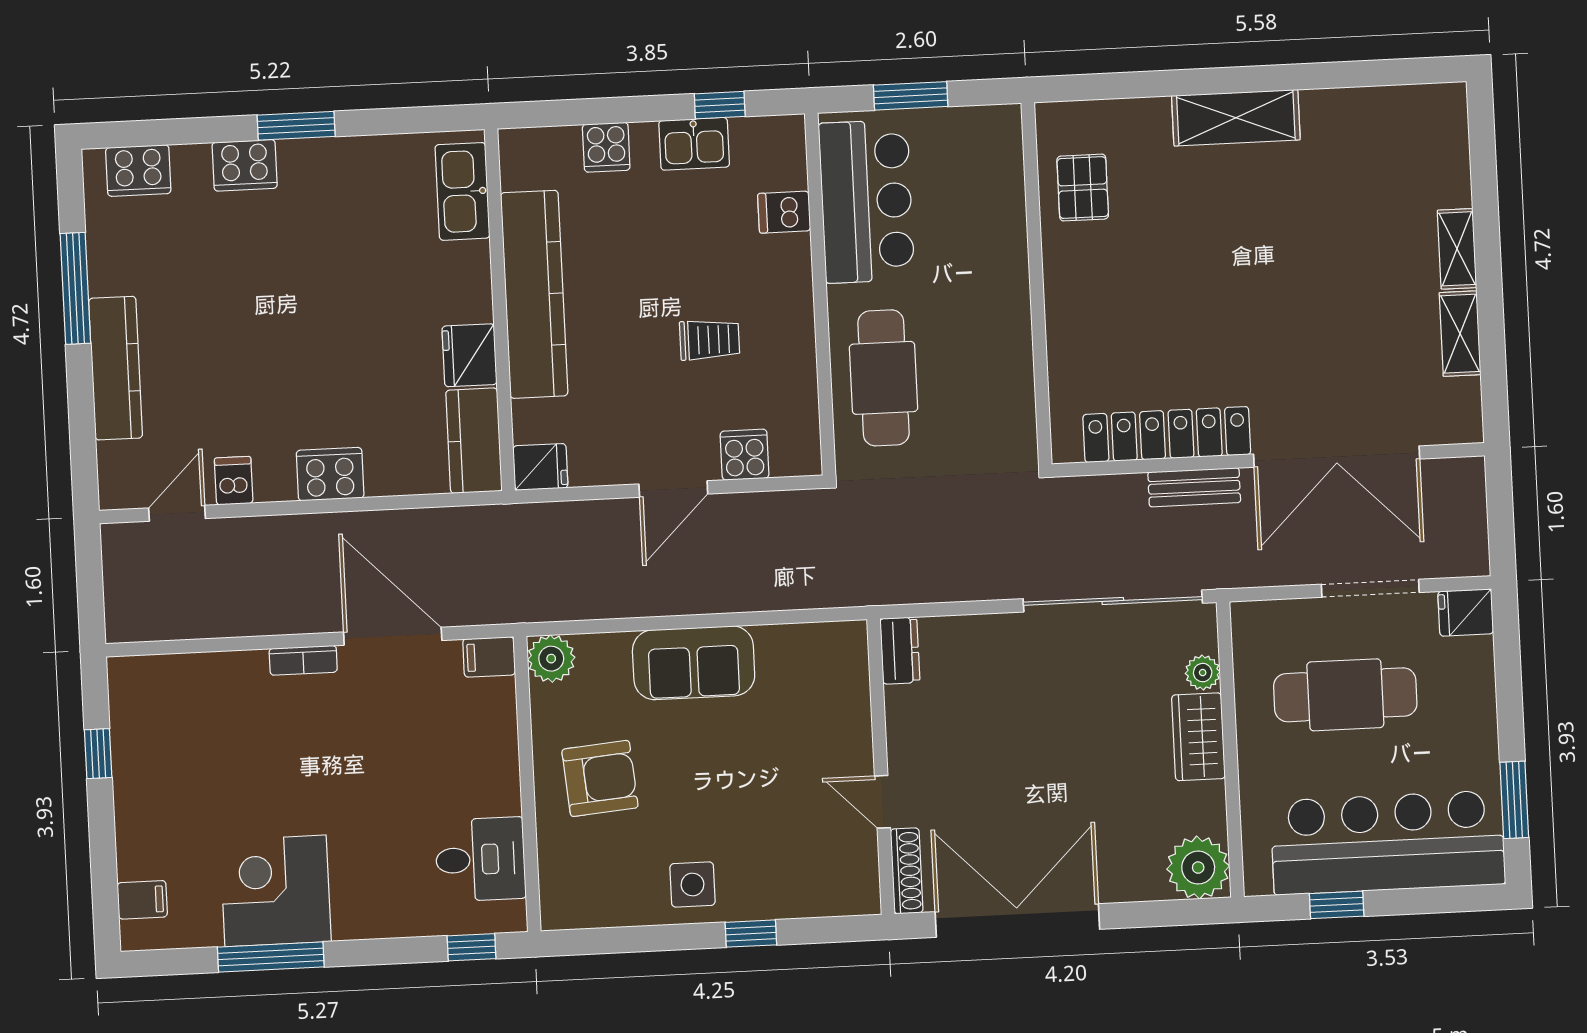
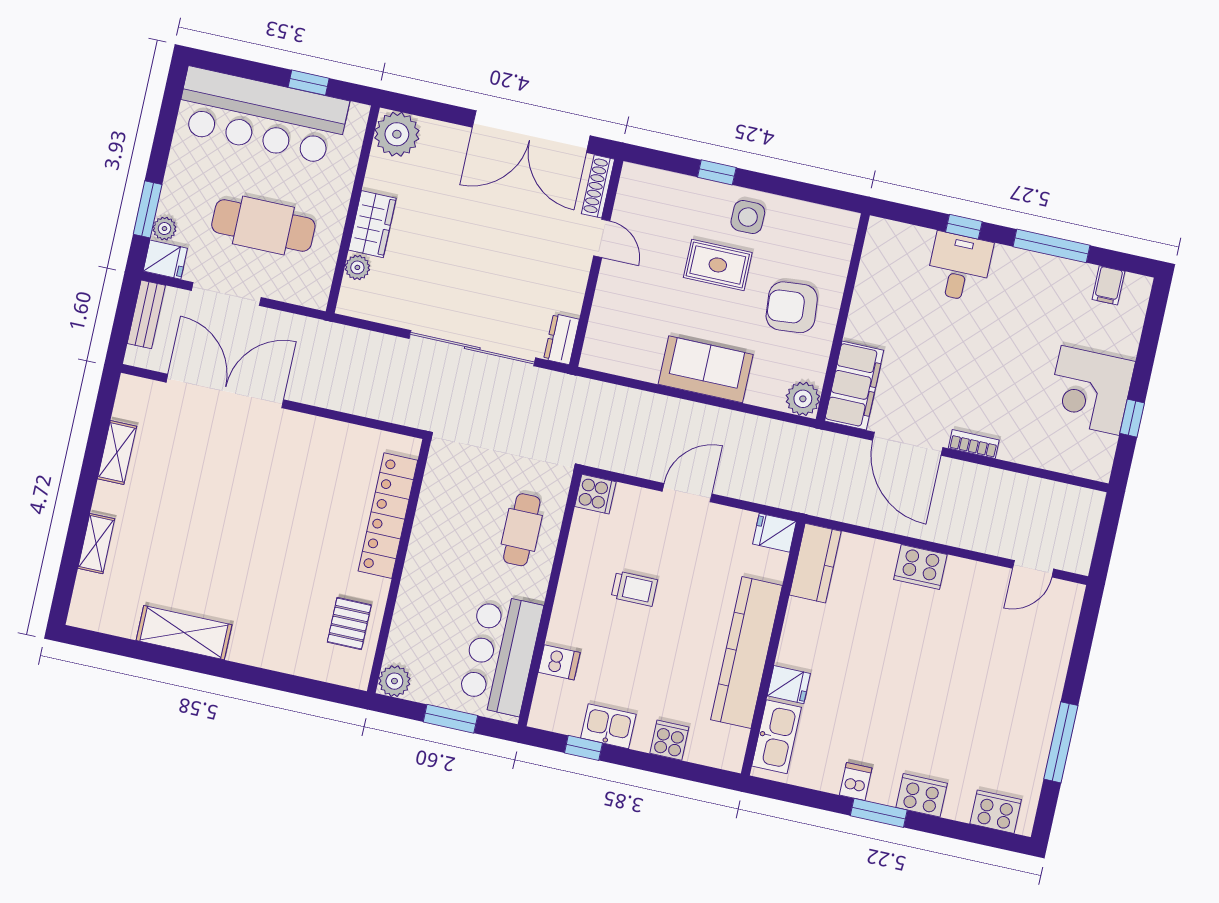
shelving: (1236, 118) -> (184, 633), moved
plant: (1000, 126) -> (394, 681), added
shelving: (1457, 249) -> (96, 544), moved
trolley: (710, 340) -> (634, 589), turned 180
fridge: (470, 355) -> (789, 685), moved, width x0.72
kitchen counter: (116, 368) -> (1048, 680), removed
cafe table: (883, 378) -> (522, 530), width x0.73, depth x0.74
locker: (1167, 434) -> (388, 516), moved, turned 90
cooker: (745, 455) -> (595, 494), moved, turned -90
dishwasher: (234, 481) -> (856, 782), moved, turned 180
bench: (1194, 487) -> (146, 314), moved, turned 90
sliding door: (1113, 601) -> (472, 348), moved
plant: (1478, 654) -> (164, 229), added
filing cabinet: (489, 657) -> (854, 386), width x3.00, depth x1.17
window: (1514, 800) -> (148, 209), moved
rug: (716, 809) -> (718, 265), added
desk: (480, 859) -> (959, 267), moved, turned 90
corner desk: (276, 891) -> (1090, 390), moved, turned 90
filing cabinet: (142, 900) -> (1108, 285), moved, turned -90
window: (471, 947) -> (964, 227), moved

